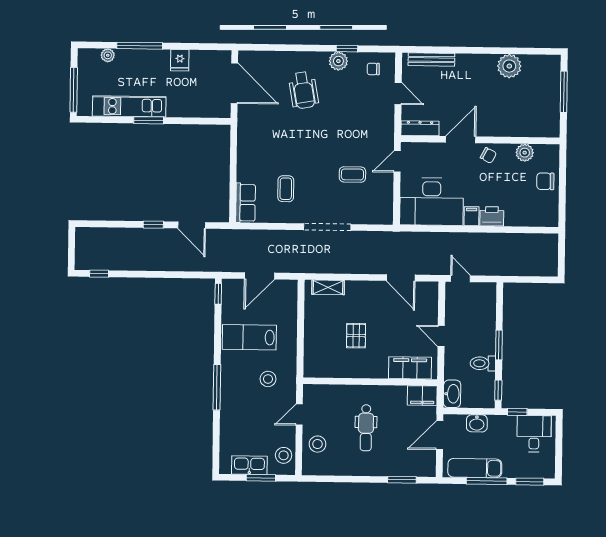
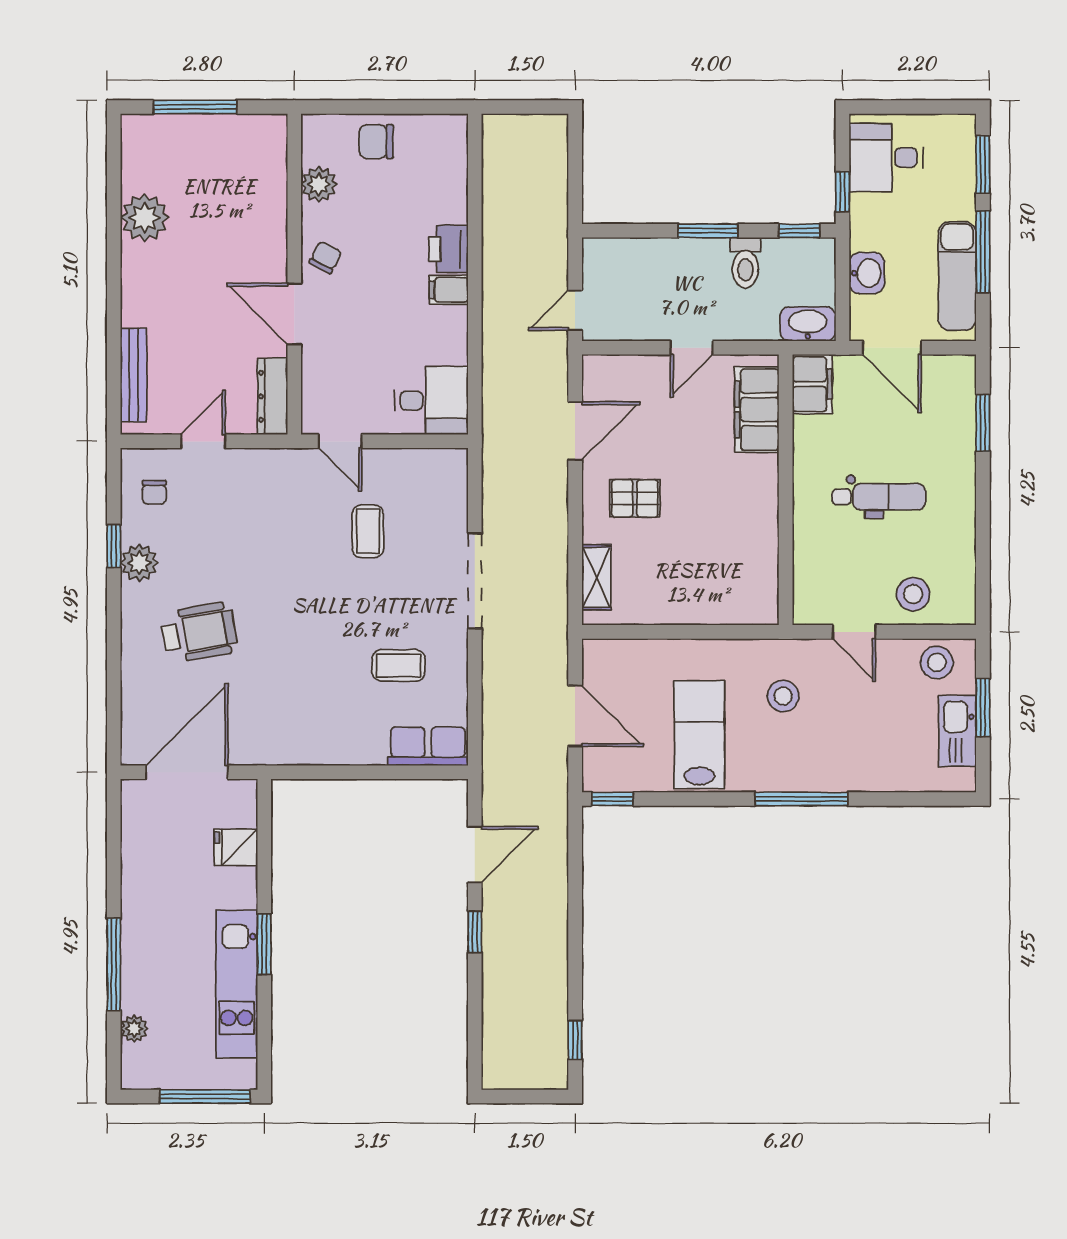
fridge: (180, 60) -> (236, 847), moved, turned 180
chair: (545, 181) -> (376, 142), turned 90
desk: (432, 202) -> (431, 401), width x0.53, depth x0.77
pallet: (356, 336) -> (635, 498), moved
lab bench: (249, 337) -> (699, 735), turned 180

